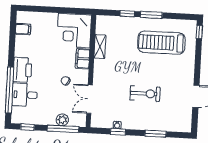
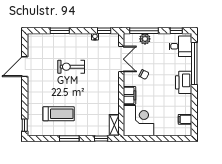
window: (127, 14) -> (101, 138), moved
treadmill: (161, 43) -> (59, 114), width x0.73, depth x0.73
shelving: (100, 47) -> (114, 125), moved
desk: (25, 95) -> (180, 46), moved
window: (118, 132) -> (104, 31), moved

